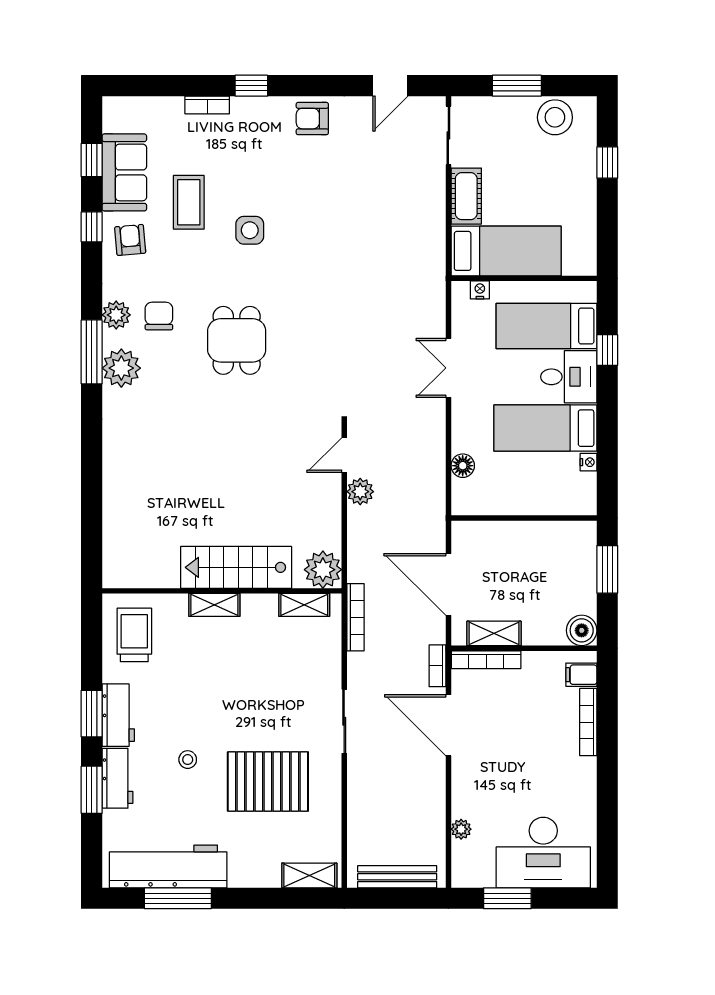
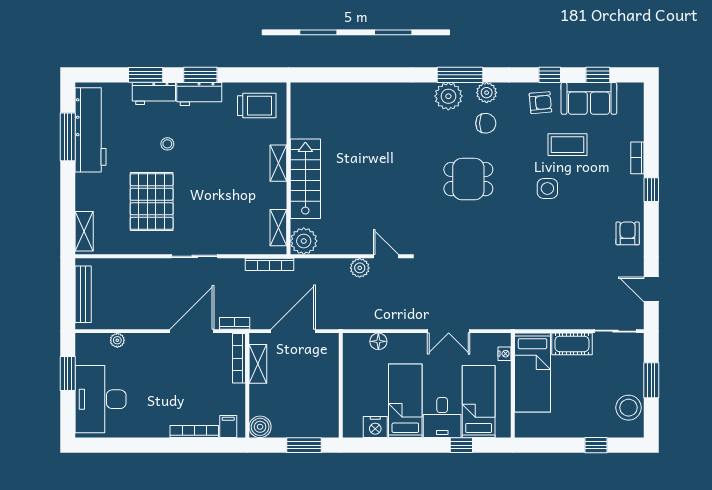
double door: (448, 368) -> (449, 331), swing flipped
nightstand: (589, 462) -> (375, 427), width x1.89, depth x1.79

